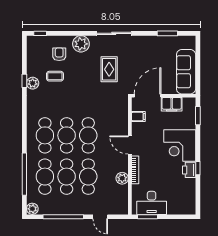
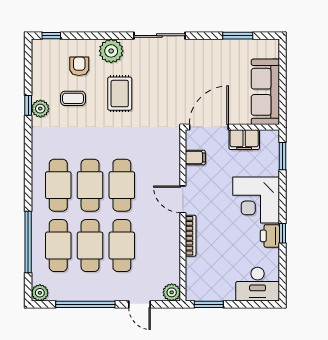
rug: (109, 69) -> (120, 94), moved
plant: (122, 178) -> (172, 292), moved
desk: (152, 203) -> (258, 284), moved

